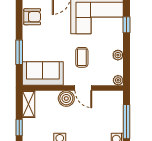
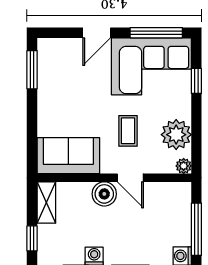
armchair: (32, 17) -> (52, 69), removed
window: (19, 52) -> (32, 70), moved
plant: (118, 55) -> (176, 135), width x1.87, depth x1.87

